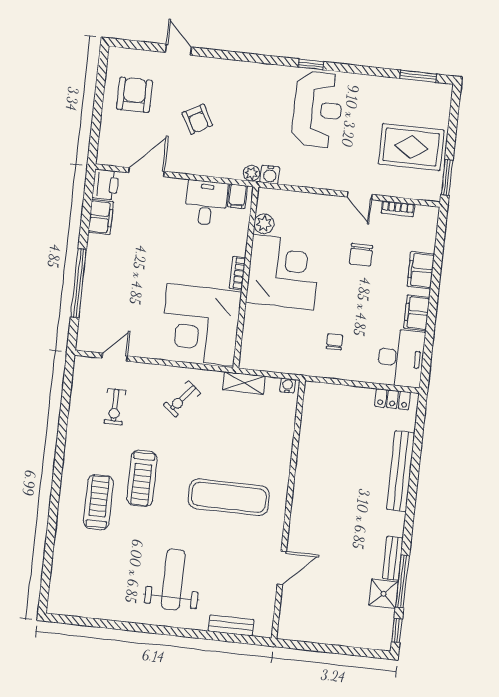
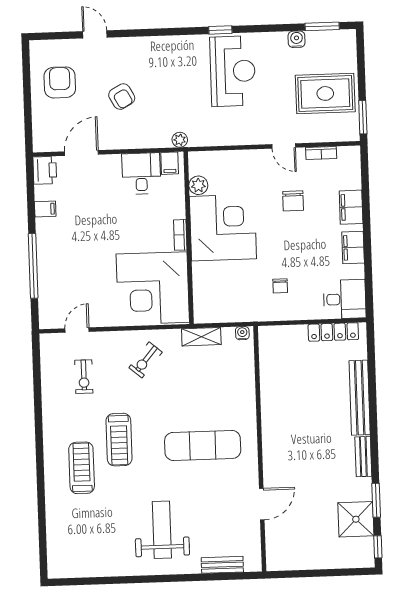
water cooler: (270, 175) -> (297, 39), moved, turned 180
filing cabinet: (101, 217) -> (45, 209), width x0.50
chair: (334, 342) -> (280, 286), turned 180
desk: (401, 358) -> (345, 299), width x0.73
locker: (393, 399) -> (333, 332), width x1.53
bench: (393, 558) -> (363, 457), moved
window: (402, 581) -> (376, 500), width x0.69
shower: (384, 594) -> (356, 519), width x1.36, depth x1.36

